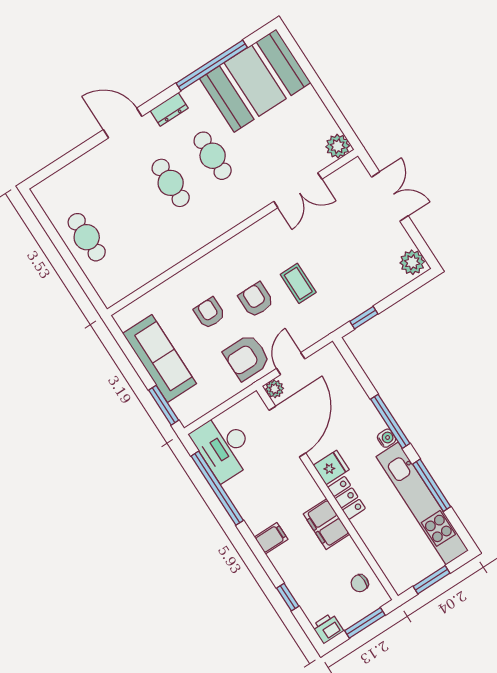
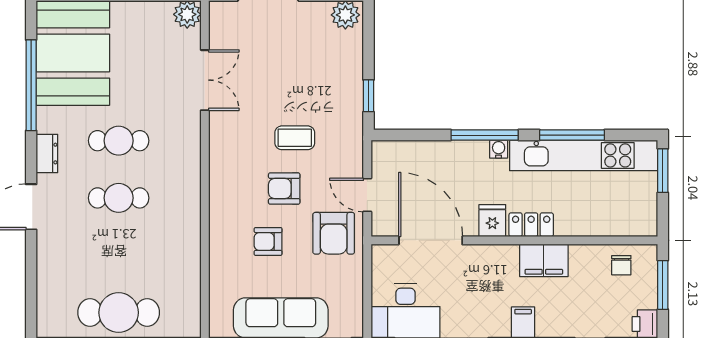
cafe table: (87, 237) -> (119, 313), width x1.37, depth x1.35
plant: (275, 389) -> (381, 226), removed
window: (431, 580) -> (663, 171), moved

